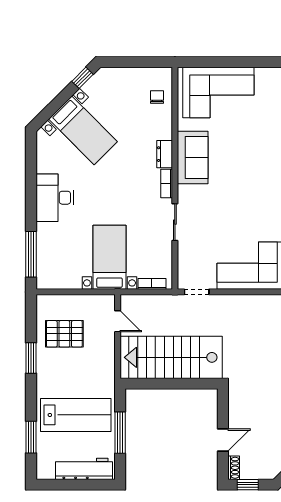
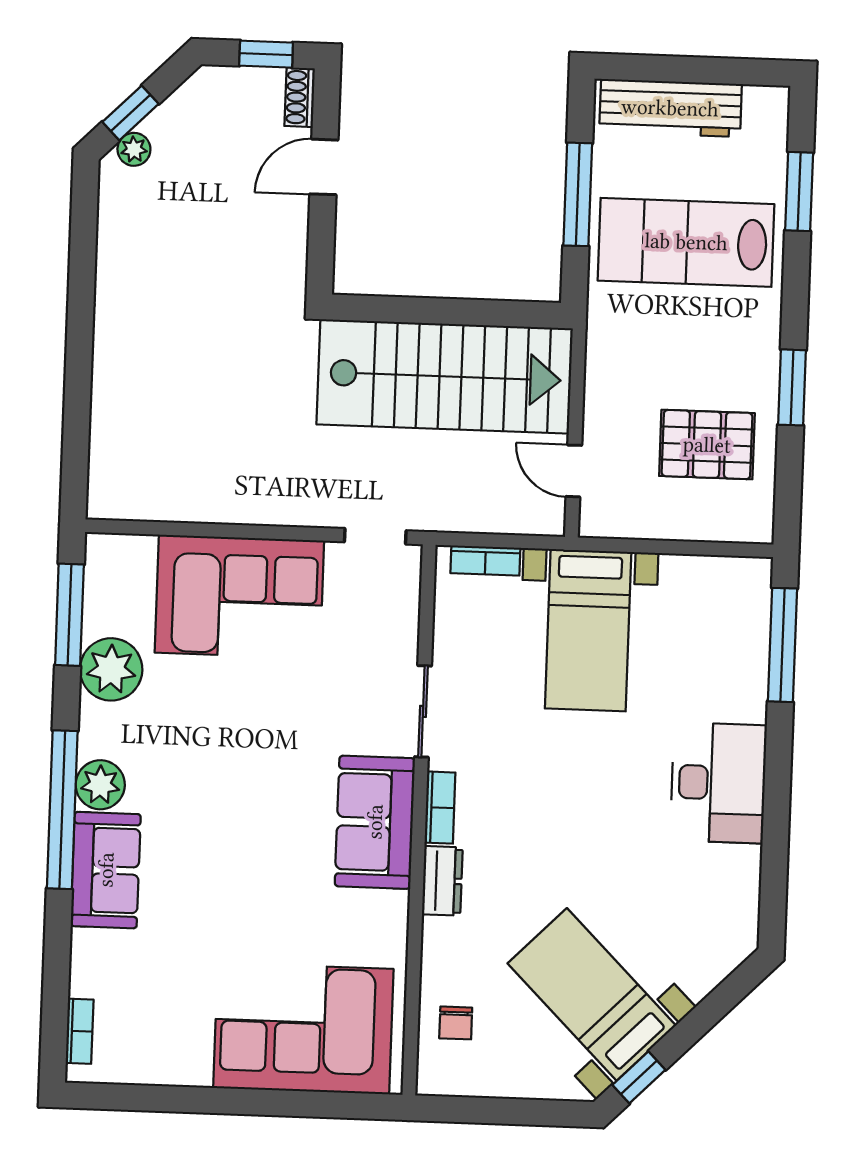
bed with nightstands: (83, 130) -> (592, 994), moved
sofa: (193, 157) -> (375, 822), moved

